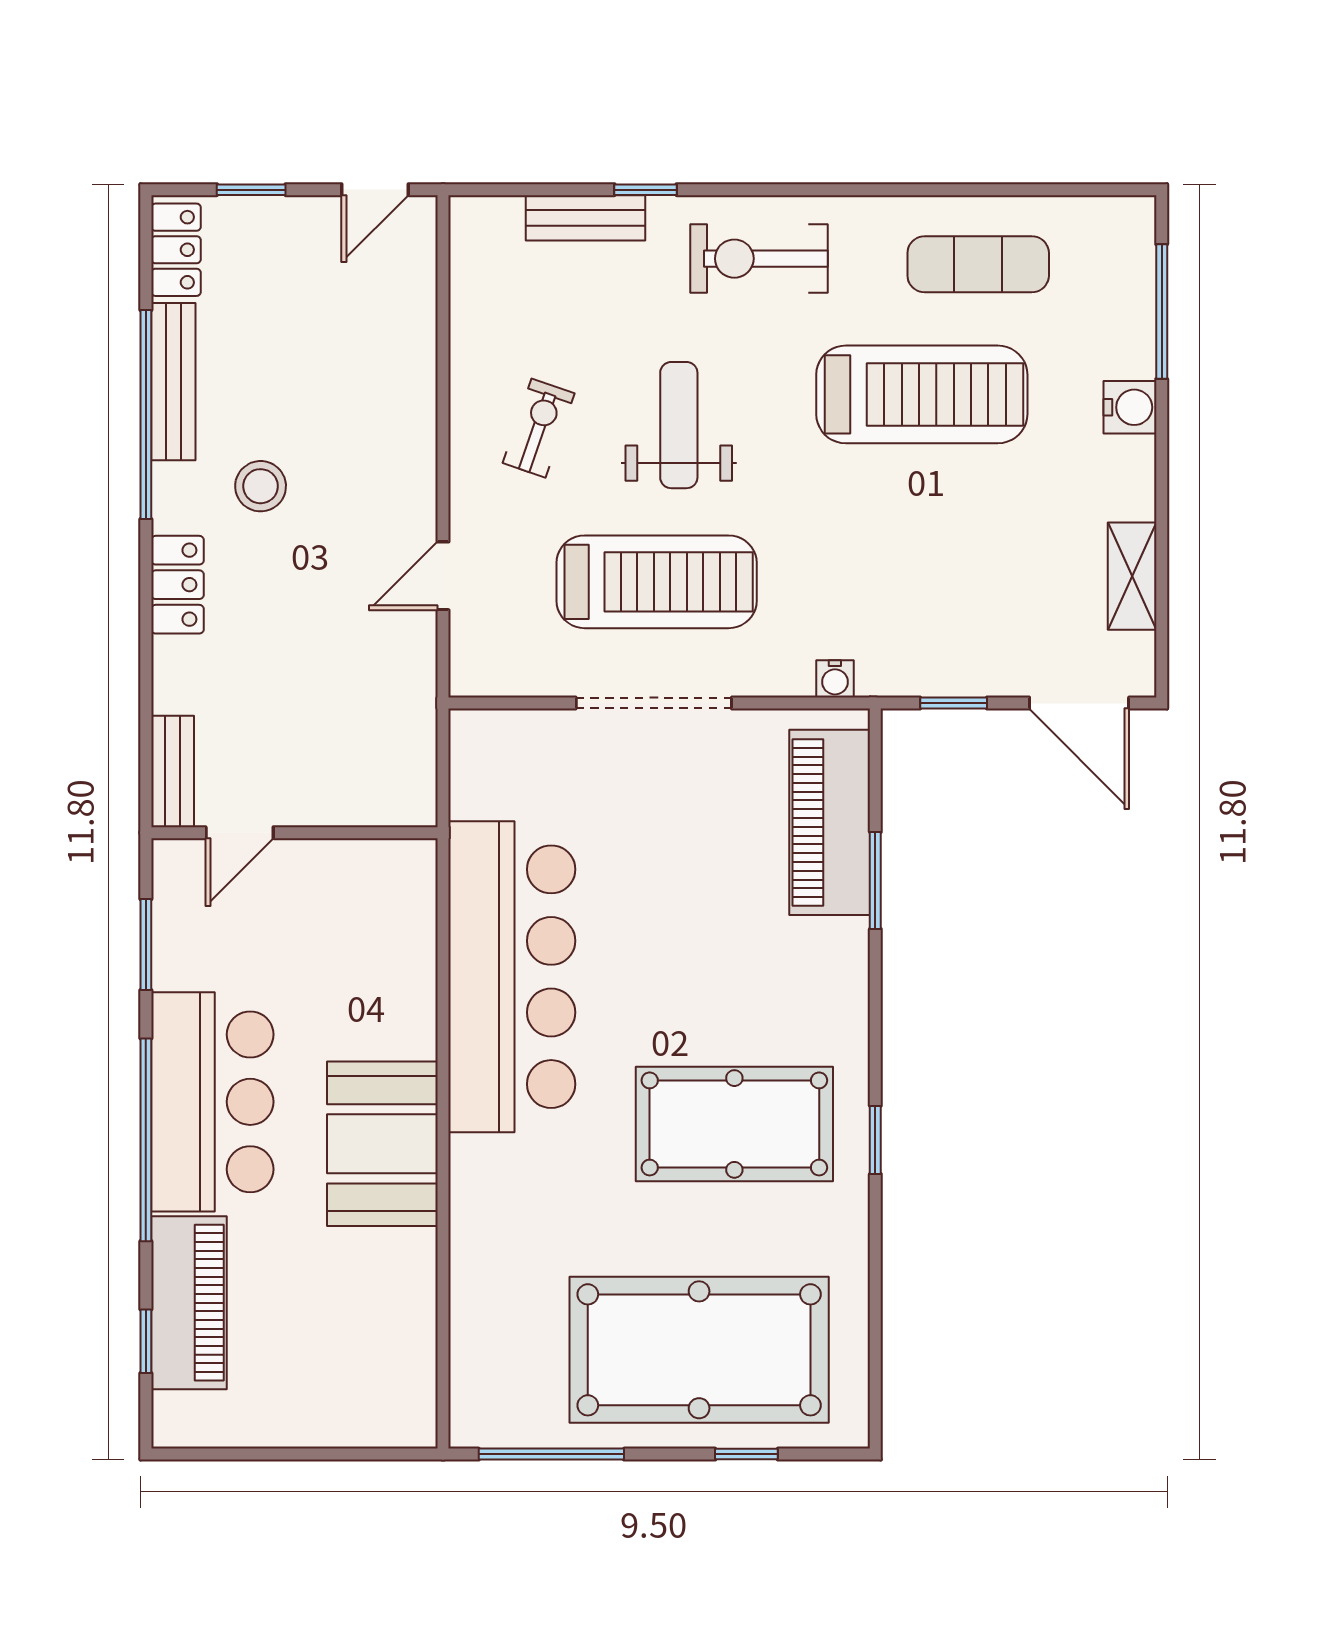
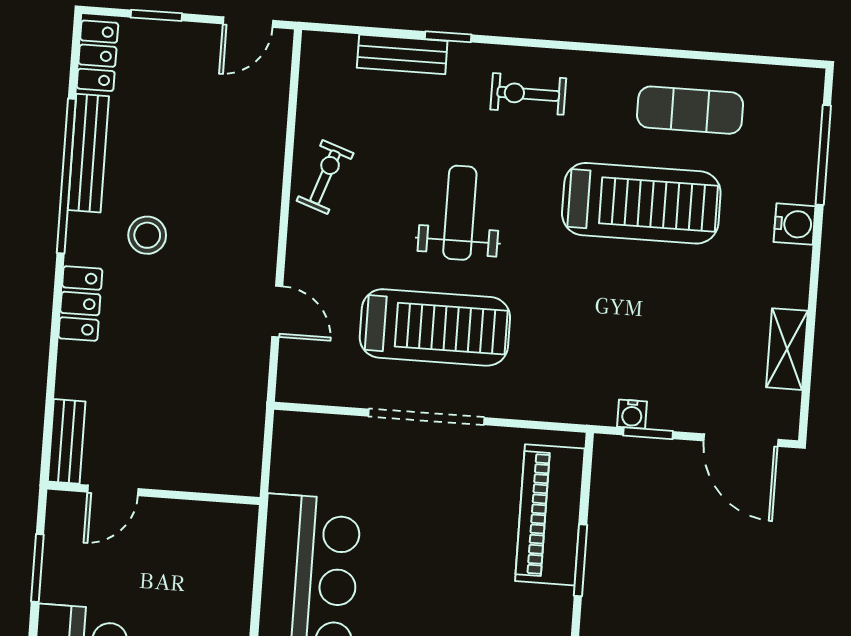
exercise bike: (759, 259) -> (528, 94), width x0.73, depth x0.72
exercise bike: (539, 428) -> (325, 177), moved
door: (443, 576) -> (277, 311), swing flipped
water cooler: (835, 679) -> (632, 414), moved

